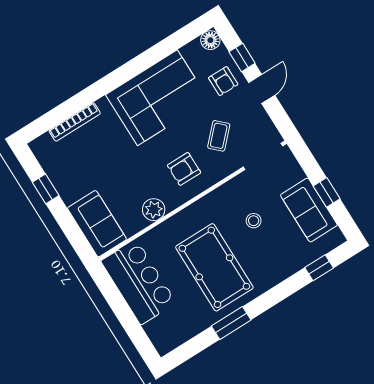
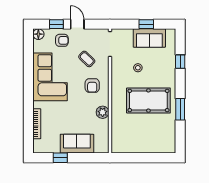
sofa: (97, 224) -> (77, 144), moved
window: (319, 268) -> (180, 62), moved
bar counter: (139, 282) -> (133, 141), removed

